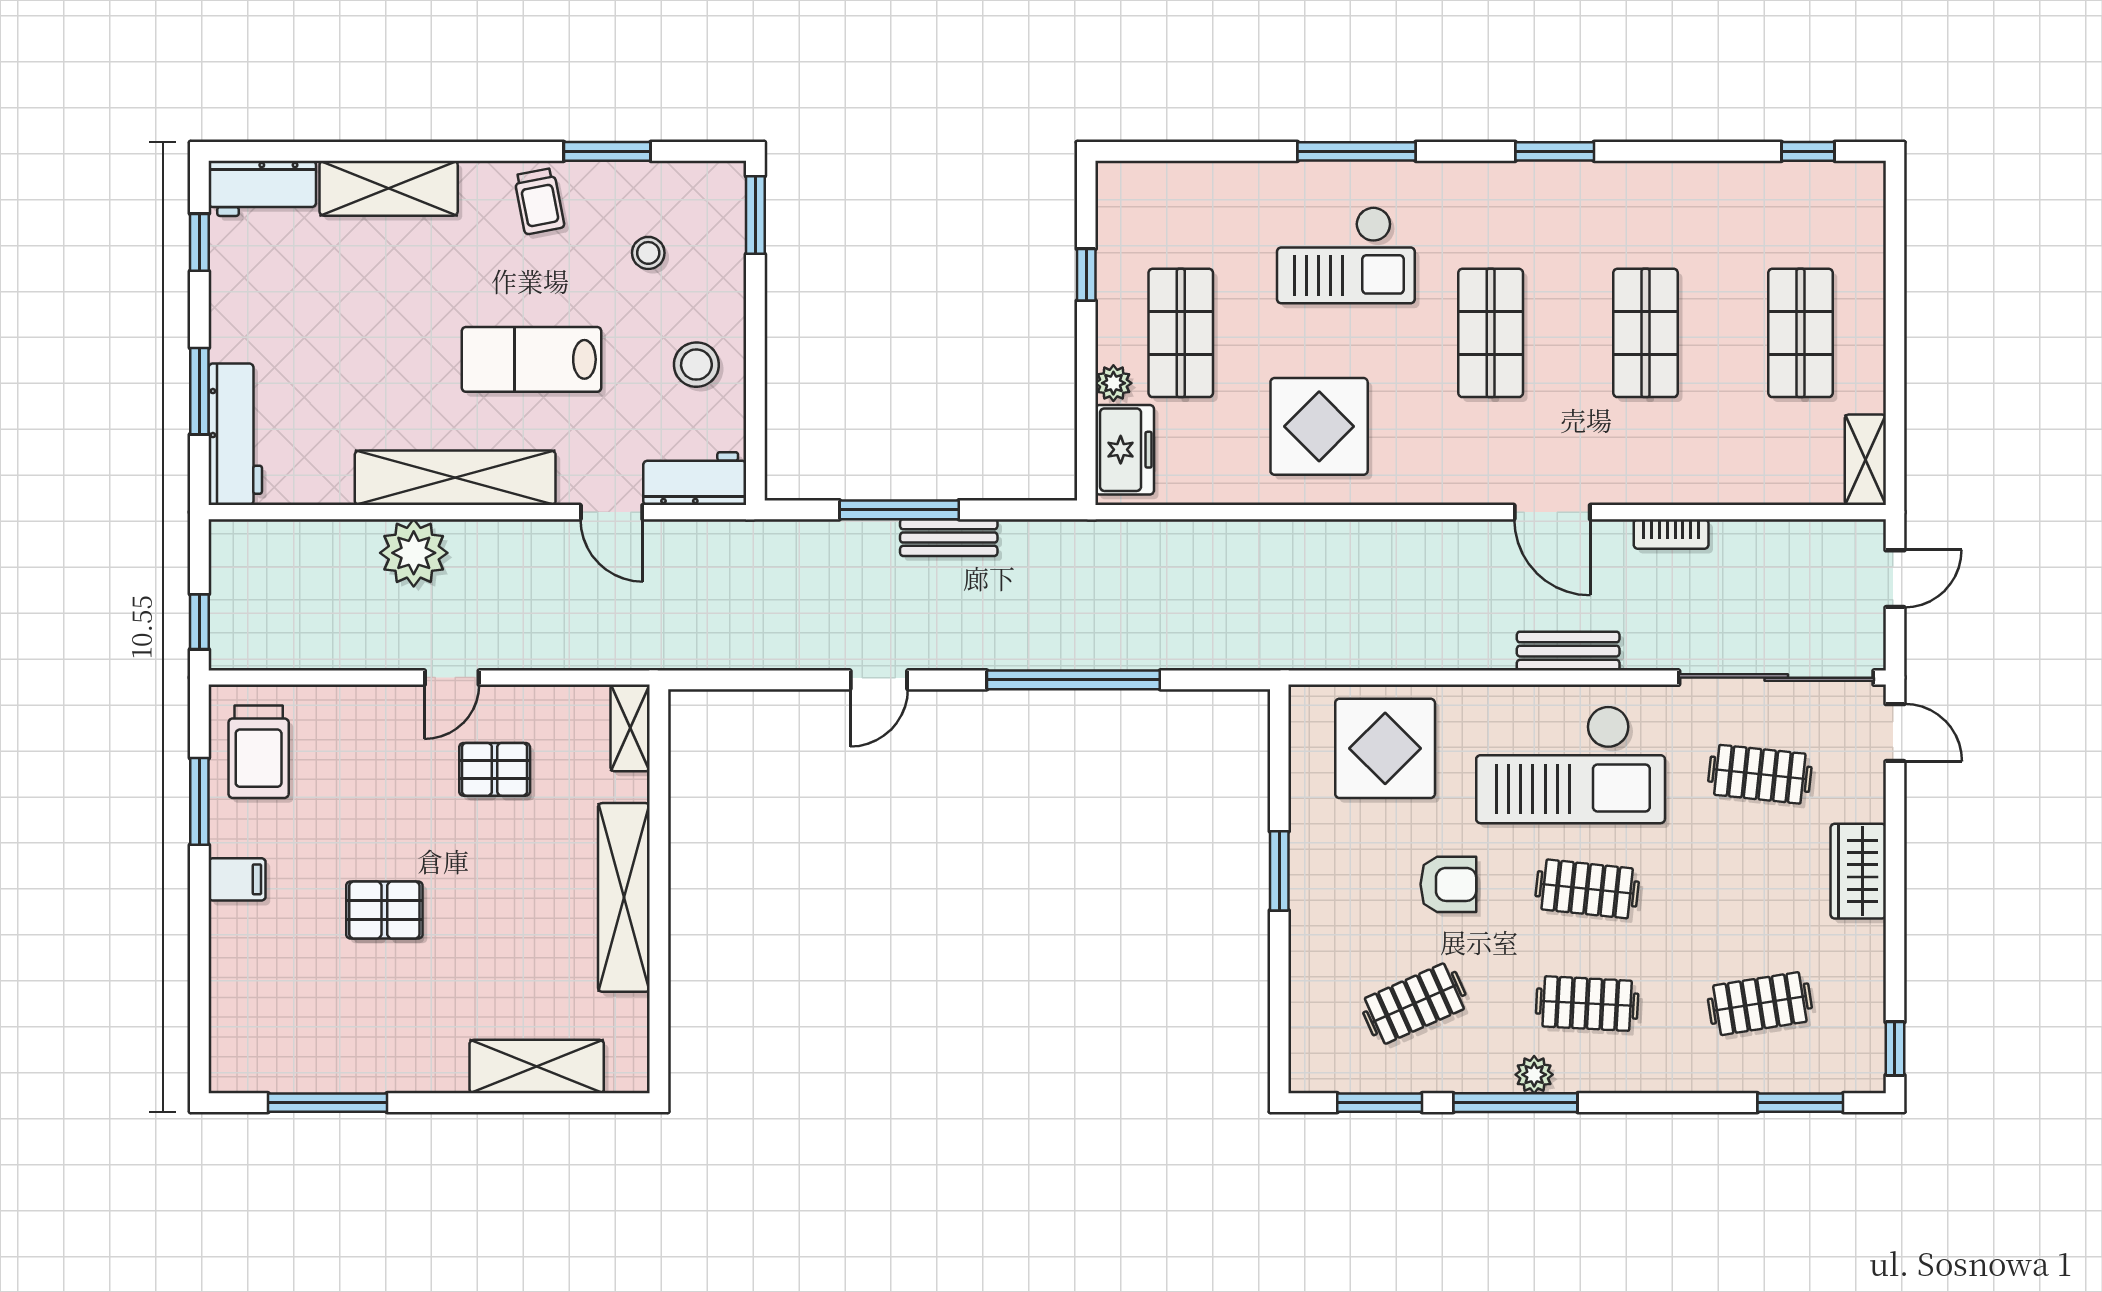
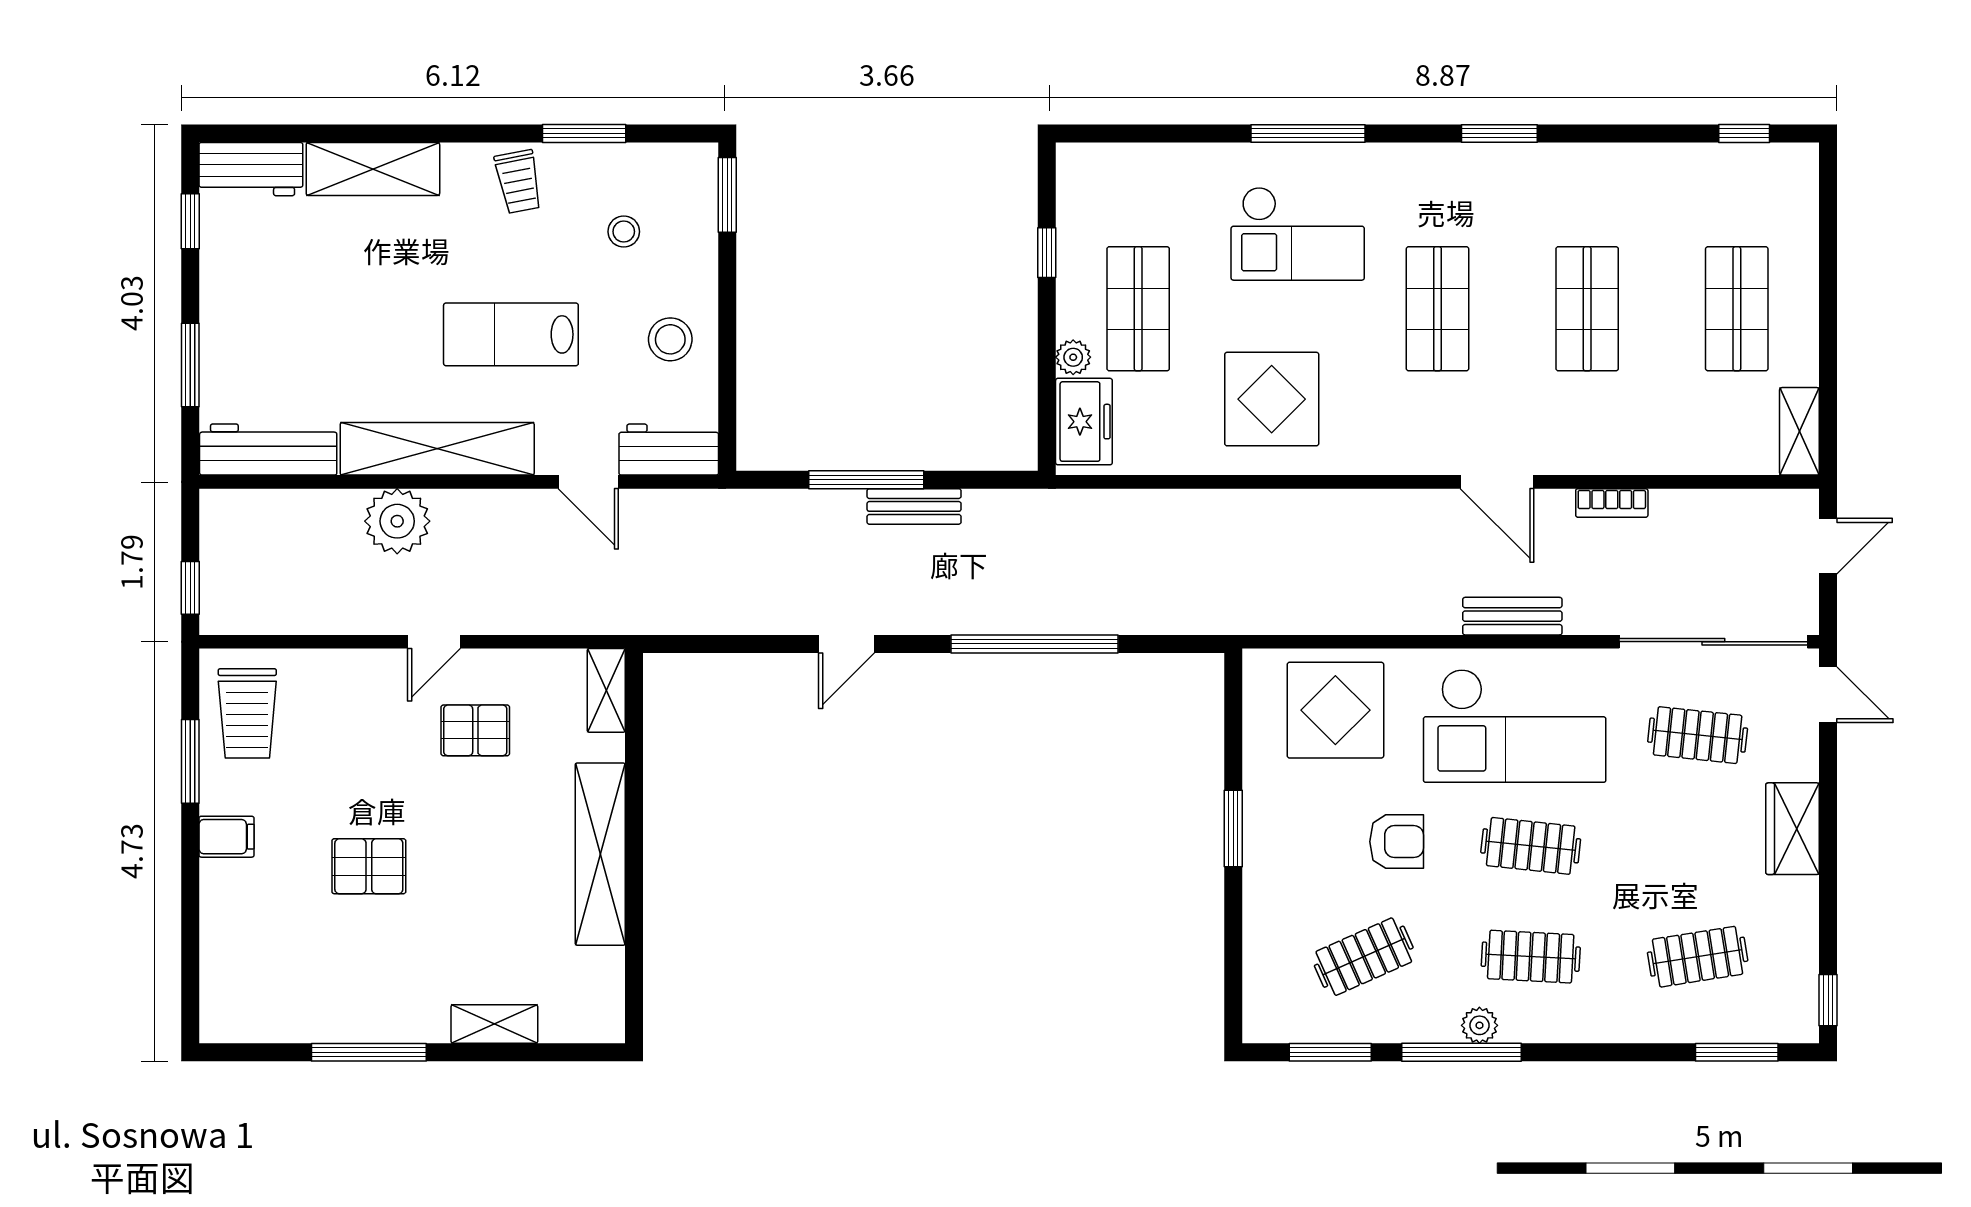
workbench: (235, 434) -> (268, 449), moved, turned -90
shelving: (537, 1067) -> (494, 1024), width x0.67, depth x0.75
window: (328, 1103) -> (369, 1052), moved

